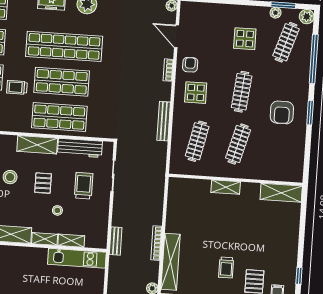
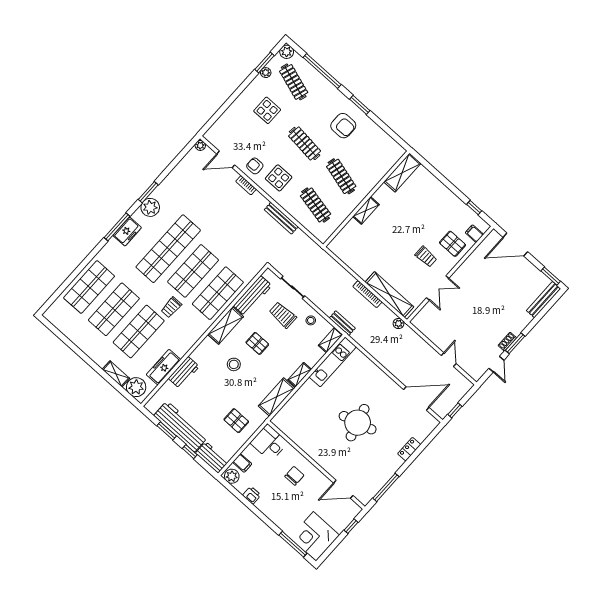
stool: (57, 210) -> (311, 320), moved
shelving: (71, 241) -> (331, 340), moved

